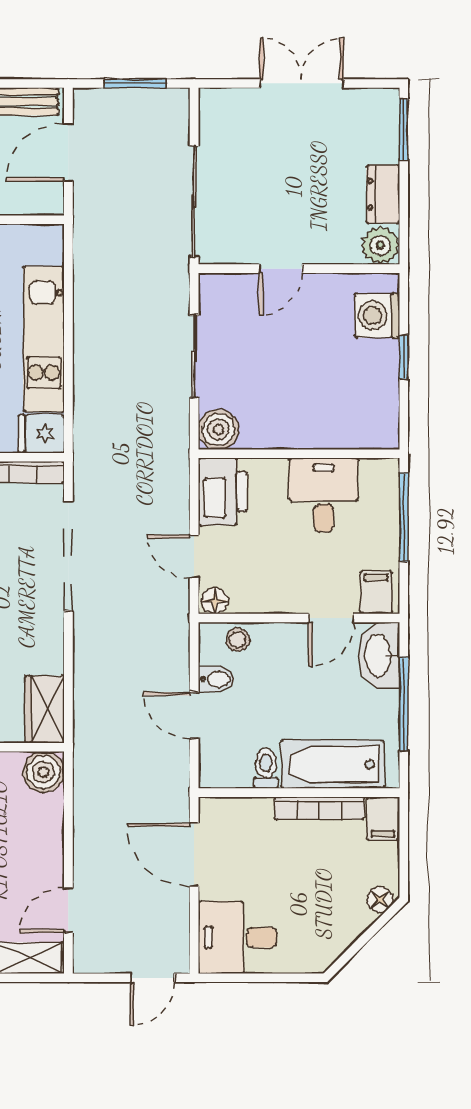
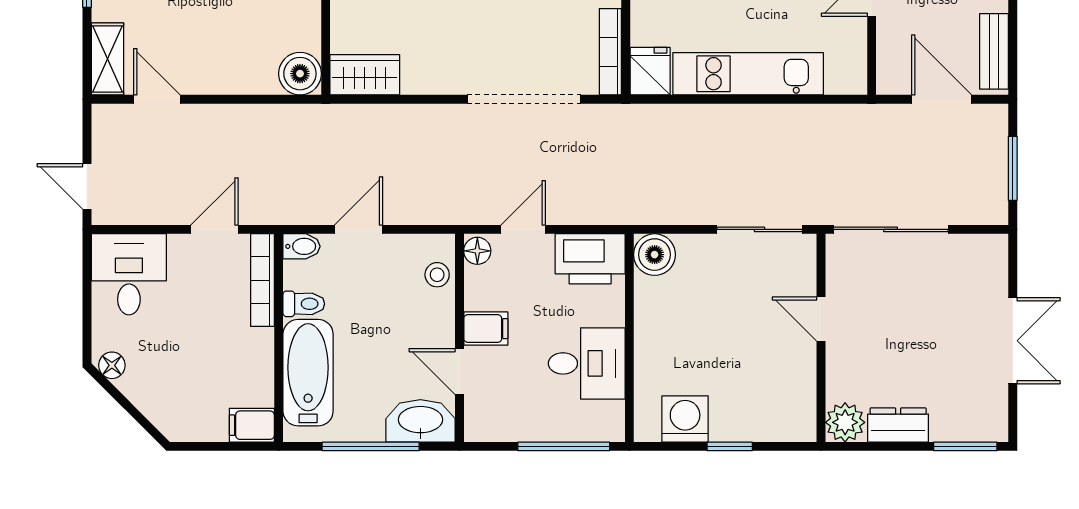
washing machine: (377, 315) -> (685, 419), moved
sliding door: (194, 357) -> (760, 229), moved
filing cabinet: (376, 592) -> (486, 329), moved
bidet: (216, 679) -> (301, 246), moved, turned -90
bookcase: (319, 808) -> (262, 280), moved
door: (194, 855) -> (214, 229), width x0.73
floor lamp: (380, 899) -> (112, 365), moved

